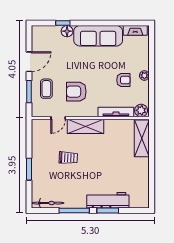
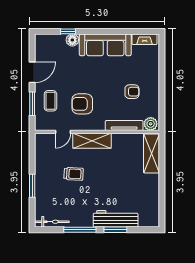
plant: (144, 76) -> (154, 87), removed

